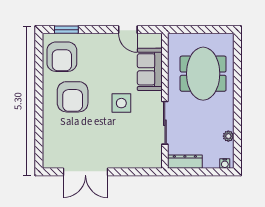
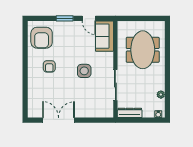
window: (66, 30) -> (65, 18), moved
sofa: (150, 69) -> (105, 36), moved
armchair: (73, 97) -> (49, 66), width x0.53, depth x0.53
double door: (85, 172) -> (59, 120), swing flipped

